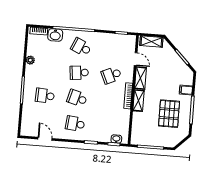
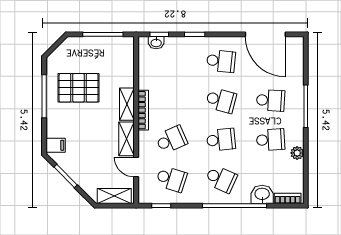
school desk: (113, 50) -> (171, 179), added
school desk: (47, 70) -> (271, 140), added
filing cabinet: (186, 90) -> (56, 145), moved
pallet: (169, 114) -> (79, 88), turned 90
door: (45, 139) -> (265, 34), width x1.87

